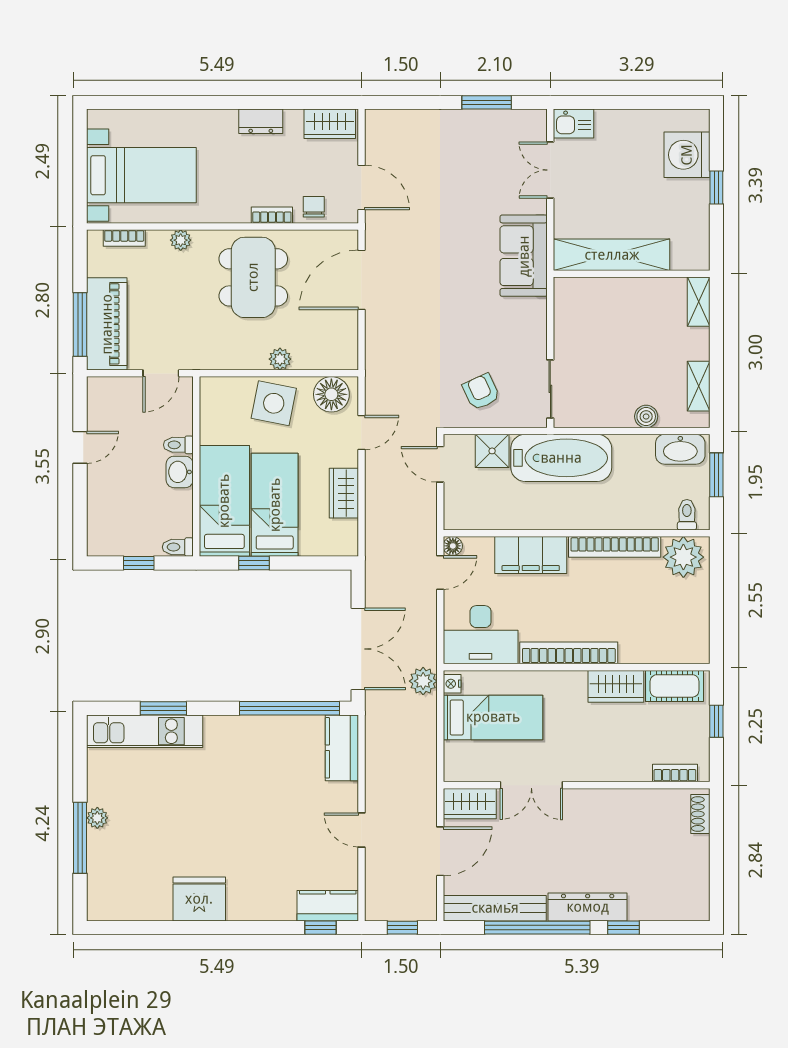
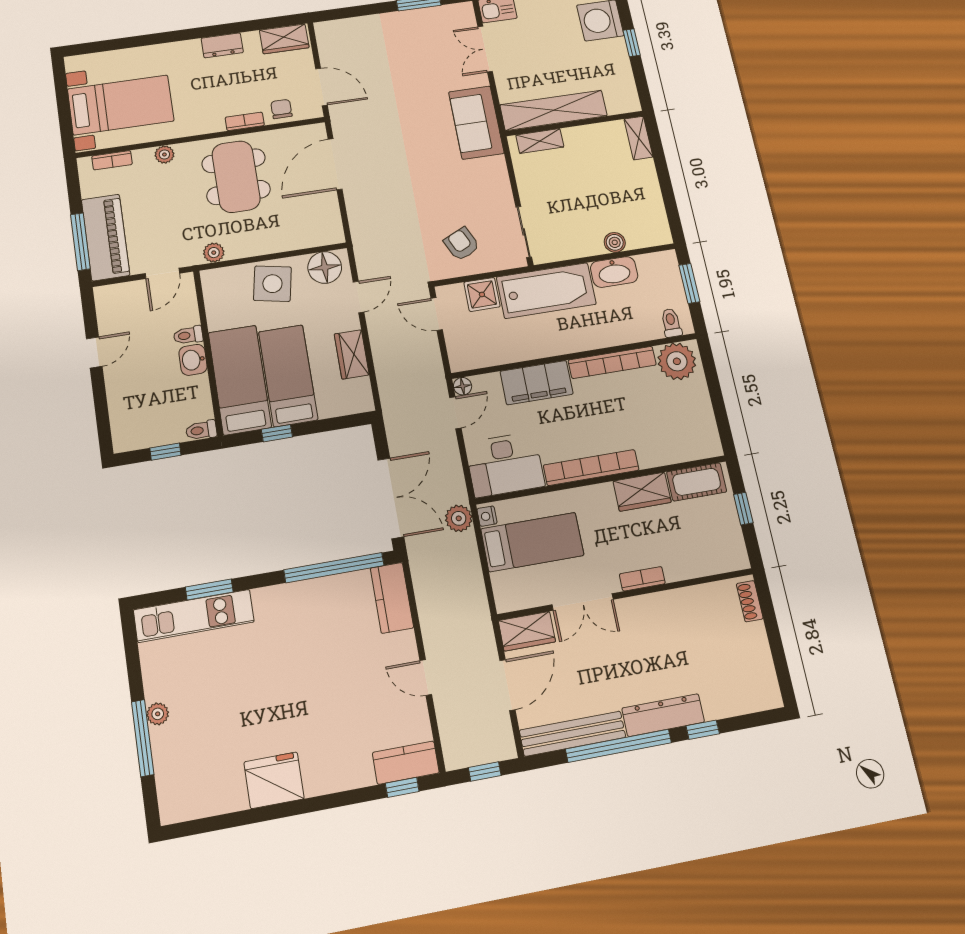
plant: (280, 359) -> (214, 253), moved
shelving: (699, 386) -> (540, 141), moved, turned 90
washbasin: (680, 449) -> (614, 272), moved
bookcase: (675, 773) -> (642, 579), moved

